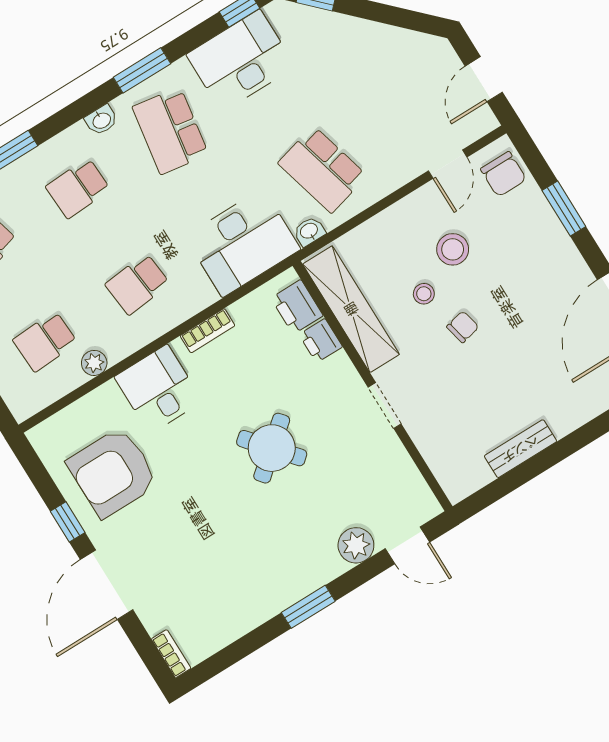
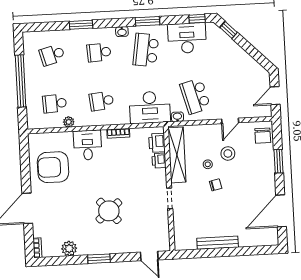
door: (448, 164) -> (230, 121), moved
round table: (272, 448) -> (109, 211), moved
bench: (520, 449) -> (218, 243), width x1.36
window: (68, 522) -> (26, 177), removed
plant: (356, 545) -> (69, 248), moved

